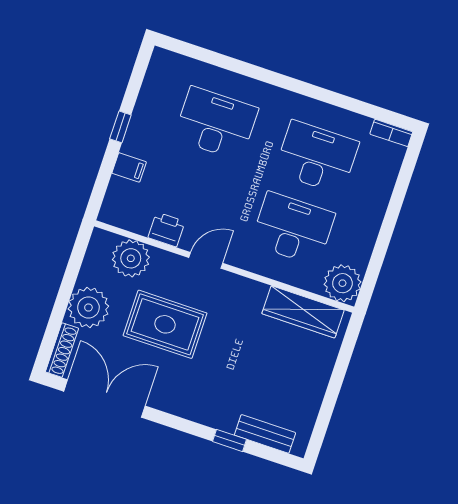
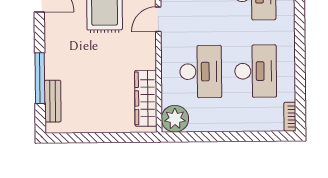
door: (206, 260) -> (158, 19), swing flipped
window: (229, 440) -> (40, 78), width x2.17

